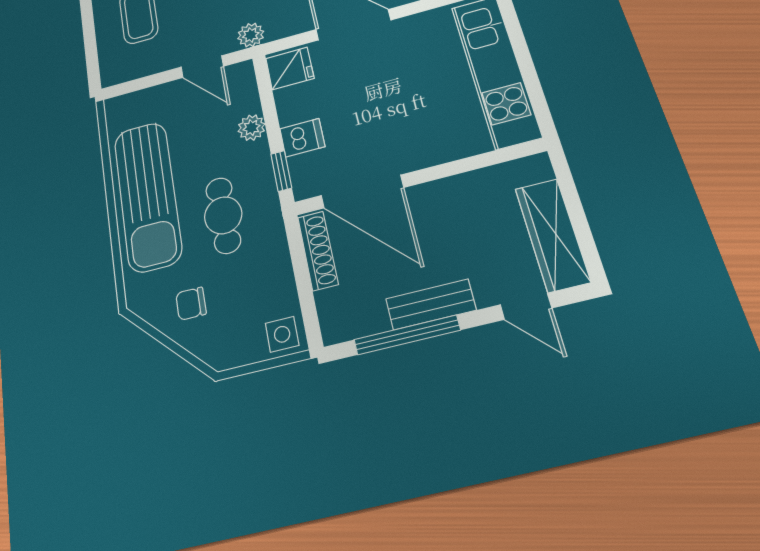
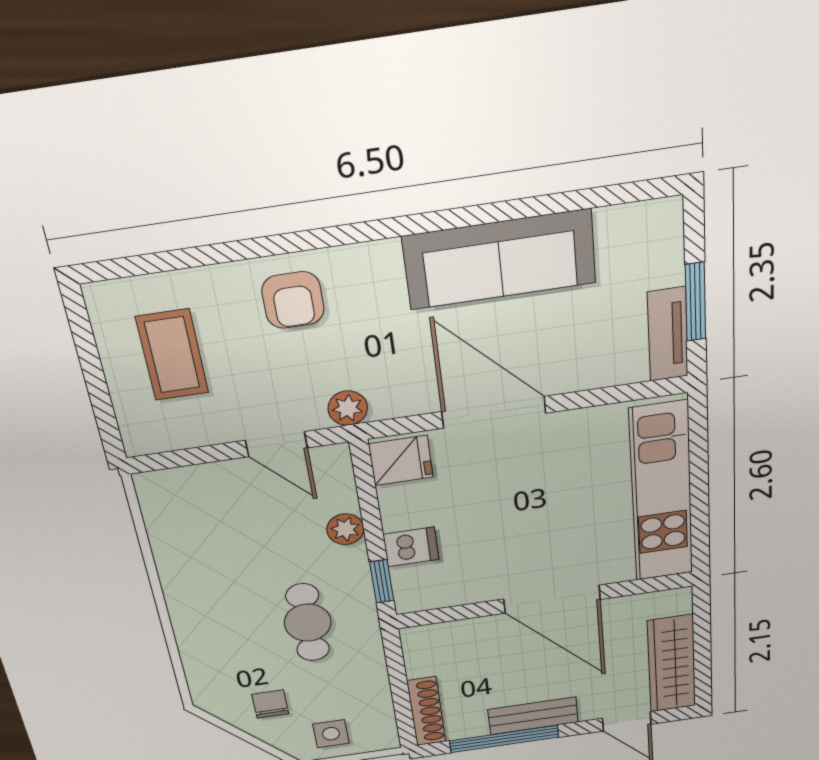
door: (362, 192) -> (552, 599), moved
sun lounger: (148, 196) -> (209, 595), removed
shoe rack: (318, 251) -> (426, 711), moved
chair: (191, 304) -> (270, 704), turned 90
side table: (282, 334) -> (331, 734), moved

